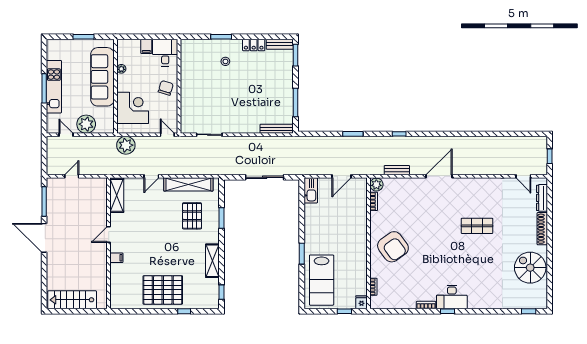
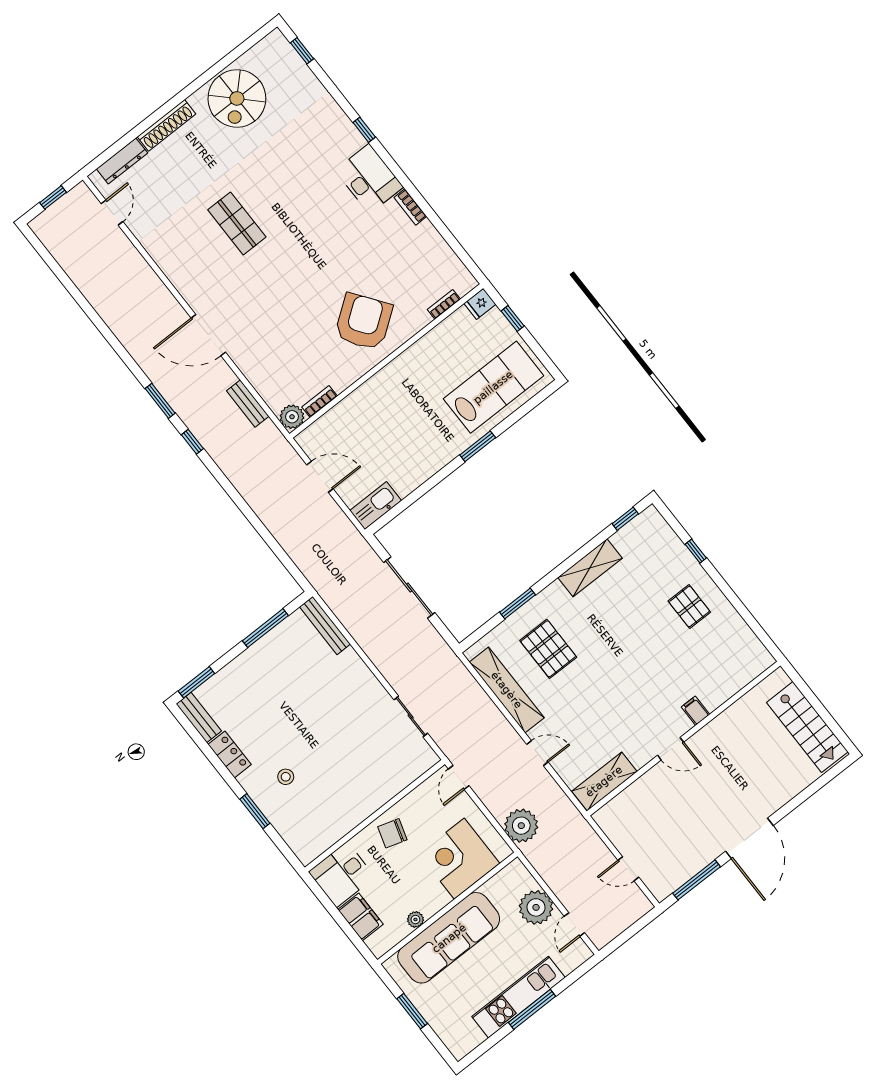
filing cabinet: (146, 46) -> (360, 917), width x2.00
window: (353, 134) -> (160, 401), moved
pallet: (192, 216) -> (548, 649), turned 90
pallet: (163, 290) -> (689, 607), width x0.49, depth x0.50
window: (447, 311) -> (364, 130), moved

